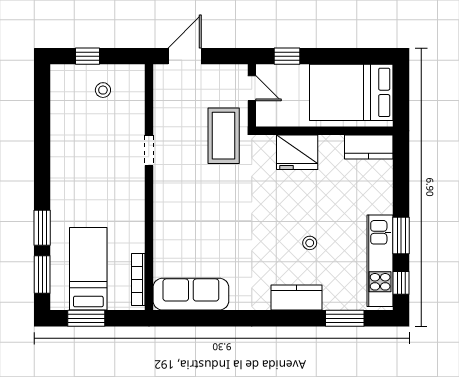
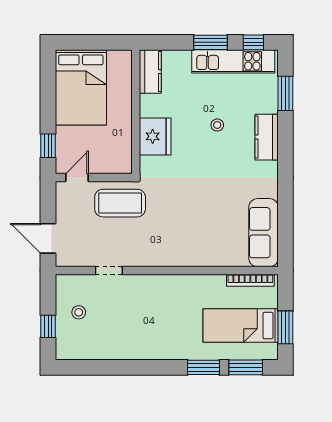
wall: (324, 131) -> (136, 112), moved
kitchen counter: (369, 147) -> (150, 72), moved
doorway: (149, 150) -> (109, 271), moved
fridge: (297, 152) -> (155, 136), moved

